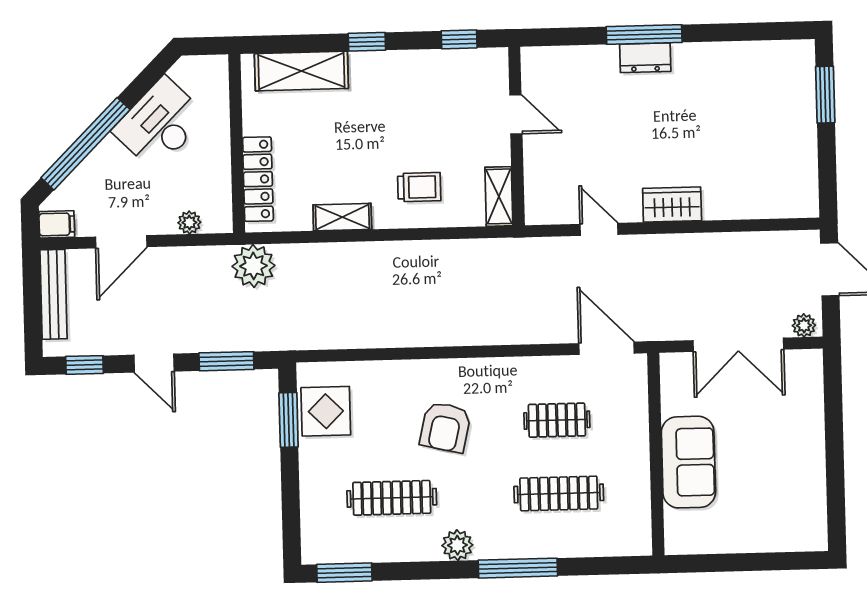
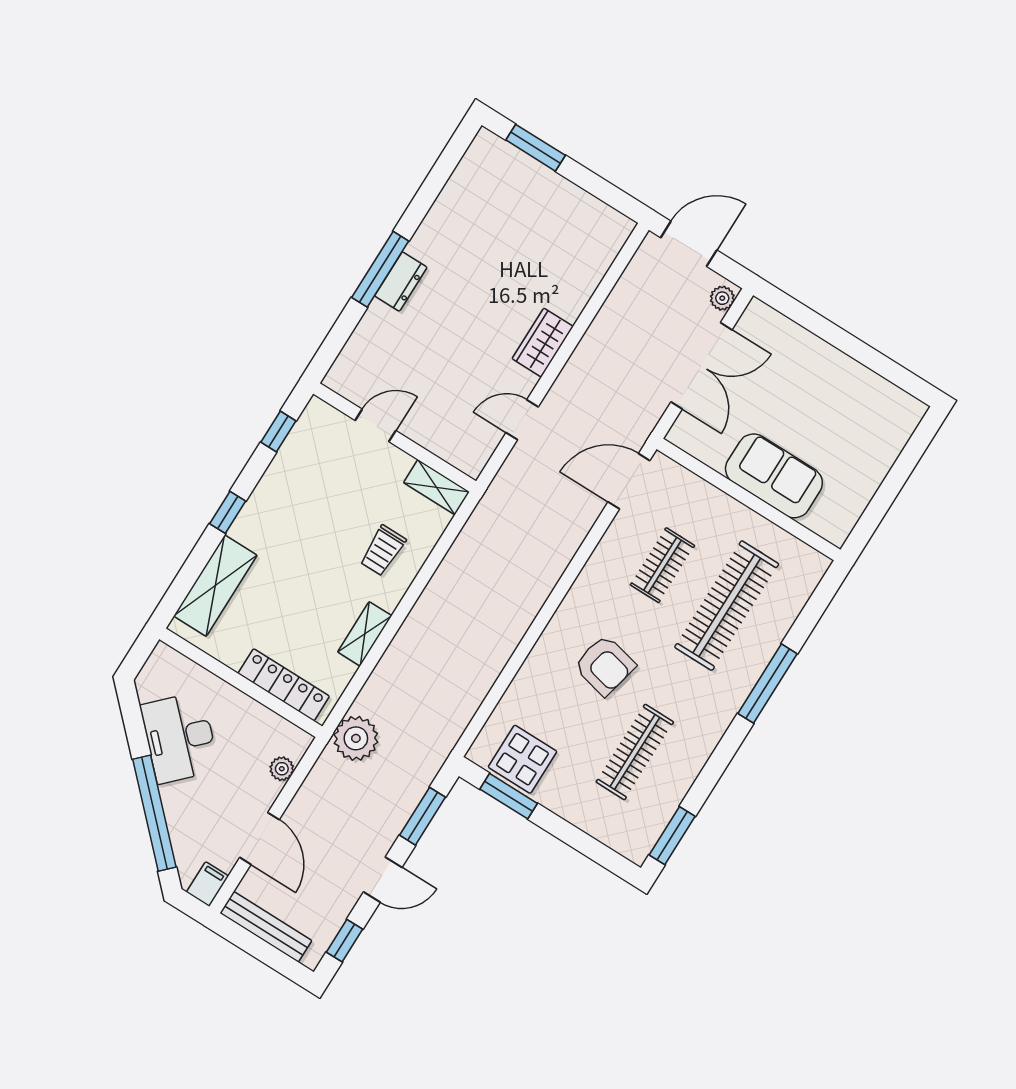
trolley: (419, 187) -> (383, 550), turned 180
clothes rail: (559, 493) -> (727, 606), width x1.37, depth x1.31
plant: (457, 545) -> (713, 723), removed

